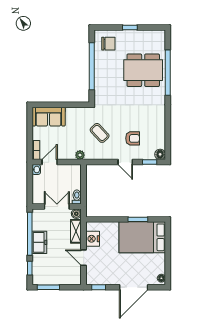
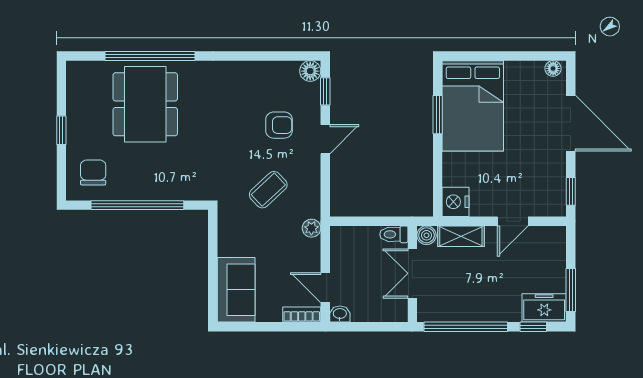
armchair: (133, 138) -> (279, 125), turned 90
nightstand: (93, 239) -> (455, 202), moved, turned 90
freezer: (39, 242) -> (544, 308), moved

